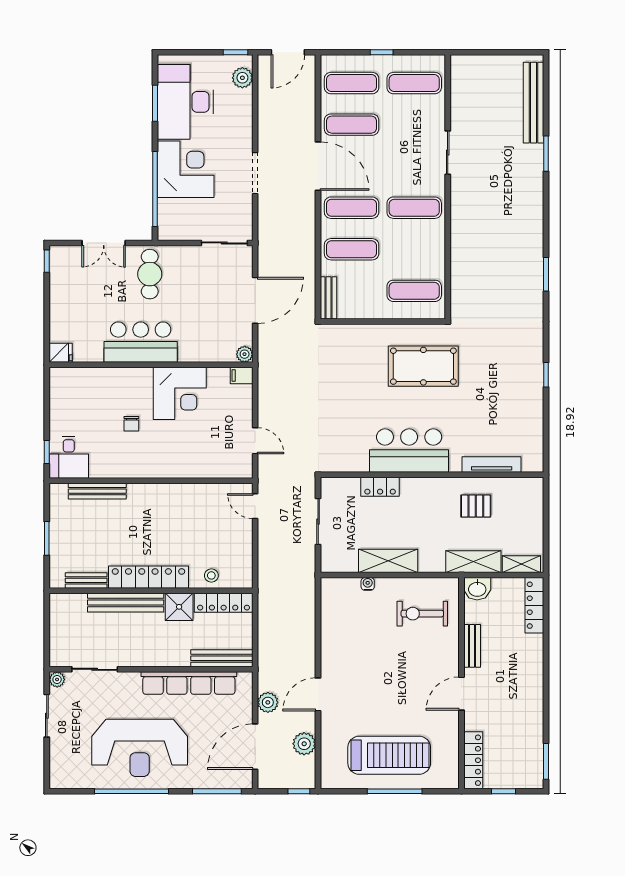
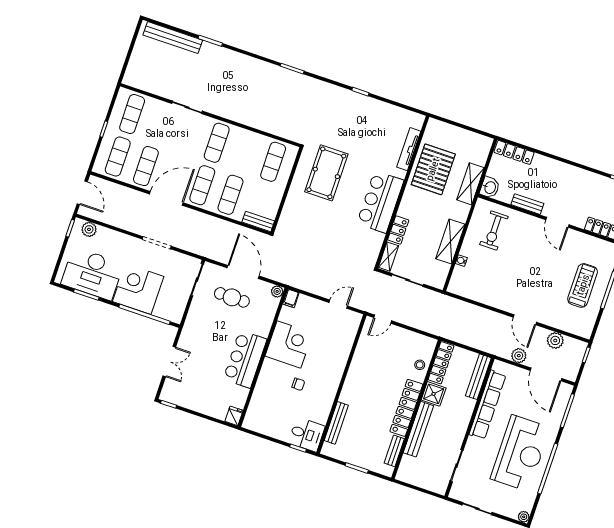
cafe table: (150, 274) -> (232, 297), moved
pallet: (476, 506) -> (433, 169), width x2.05, depth x2.00
shelving: (521, 564) -> (388, 257), moved
plant: (57, 679) -> (524, 517), moved
treadmill: (389, 755) -> (583, 285), width x0.73, depth x0.73

